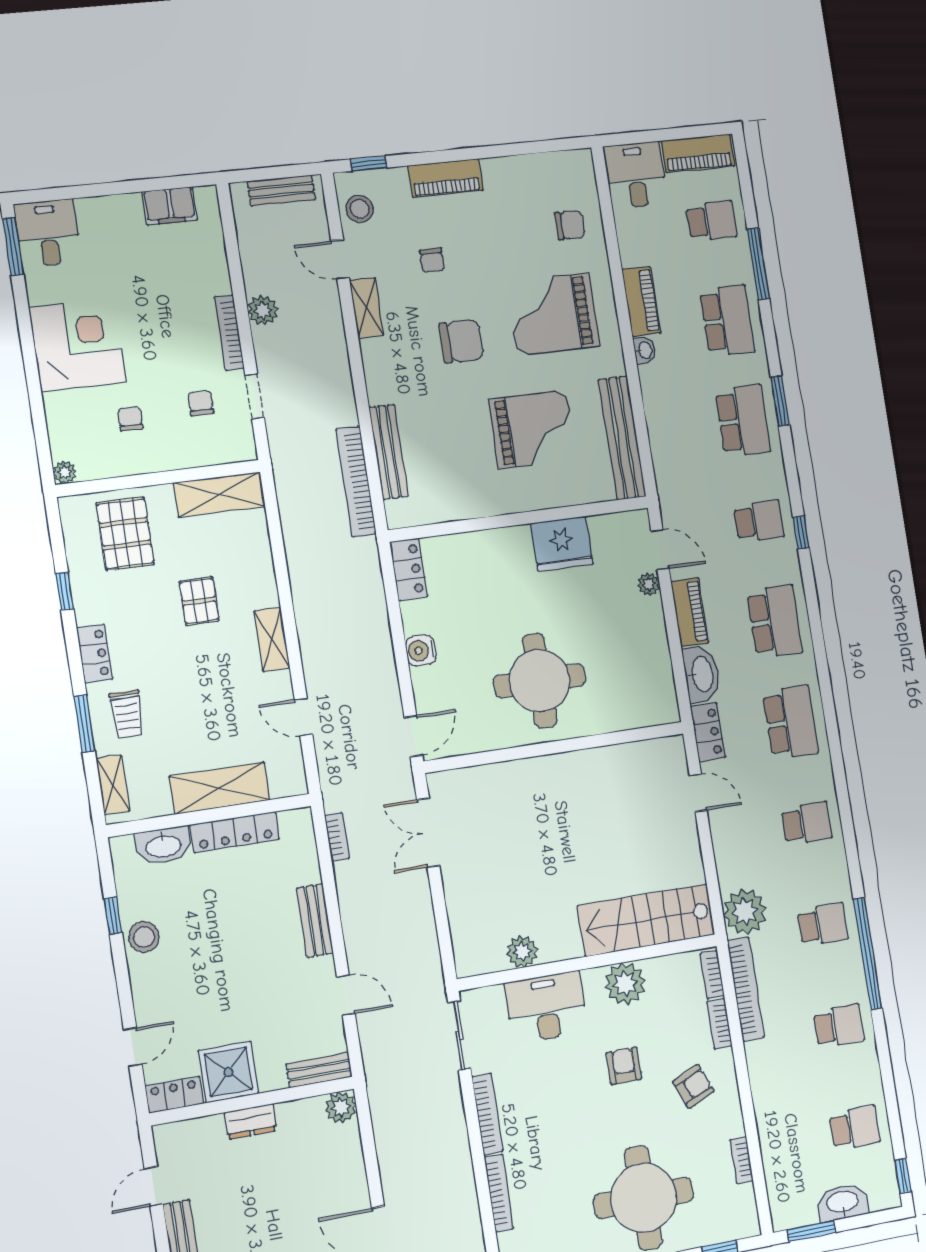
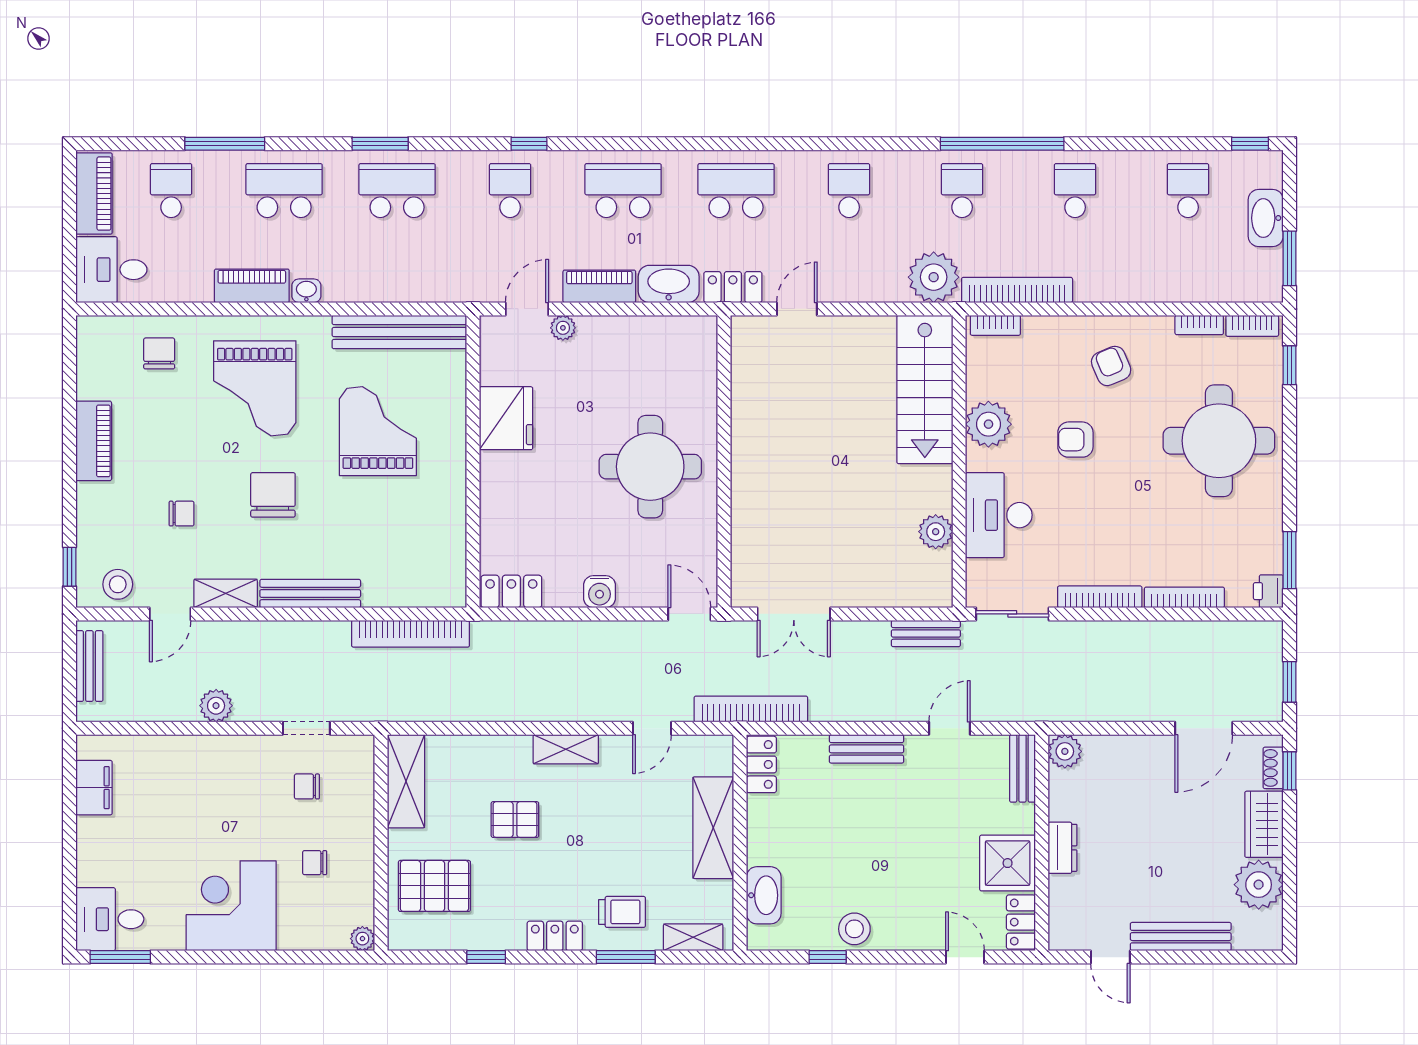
piano: (446, 178) -> (94, 441), moved
bookcase: (229, 333) -> (236, 745), removed
bench: (389, 452) -> (310, 593), moved
locker: (235, 832) -> (761, 764), moved, width x0.66
bookcase: (337, 837) -> (751, 709), width x2.31, depth x1.31
bench: (429, 958) -> (926, 633), added
bookcase: (719, 1024) -> (1252, 326), moved

